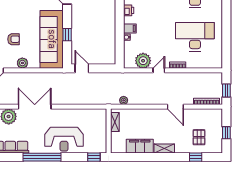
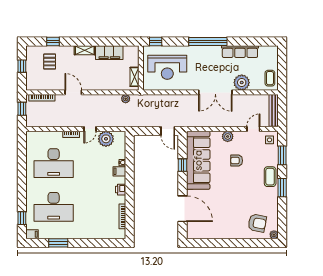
reception desk: (64, 139) -> (167, 67), moved, turned 180

